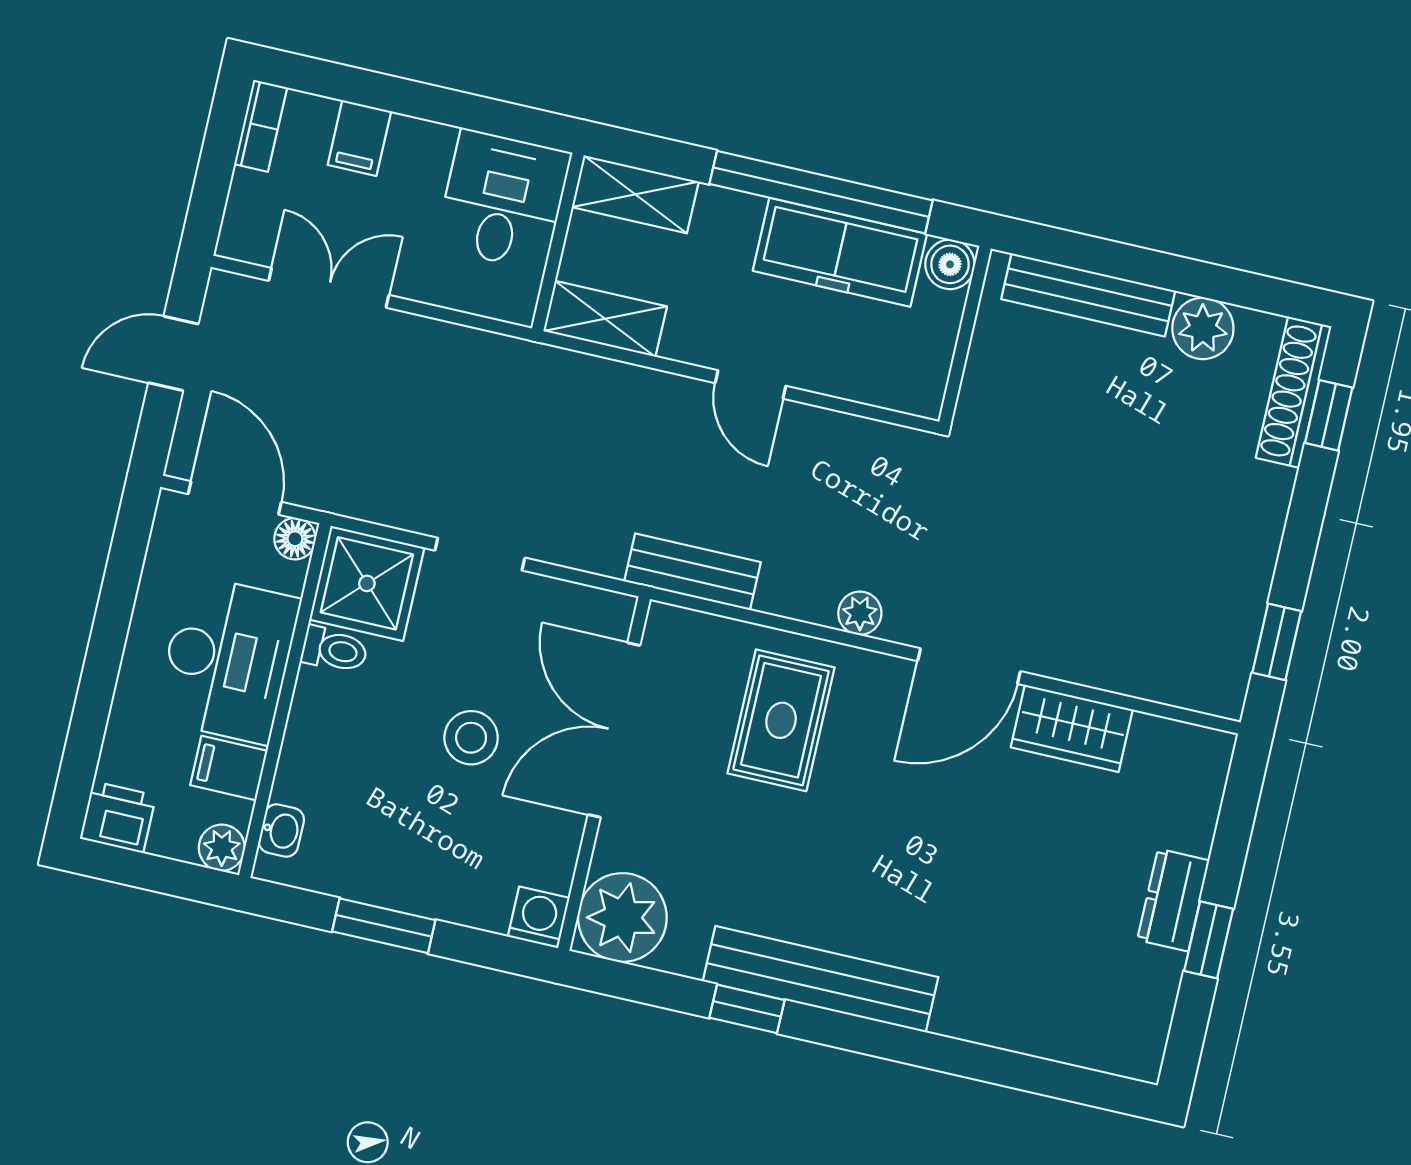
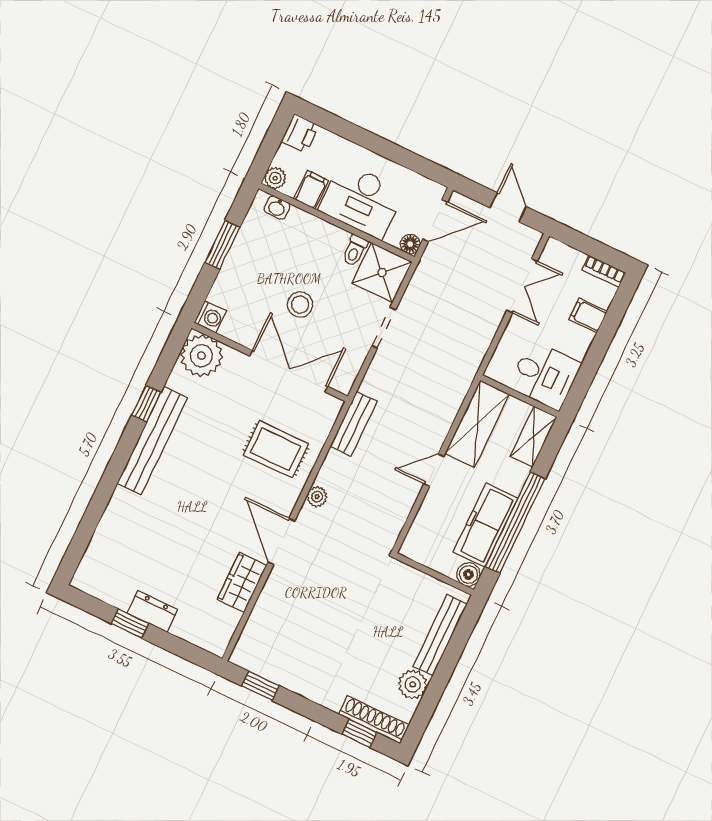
shelving: (605, 319) -> (477, 424), width x1.50, depth x1.33

